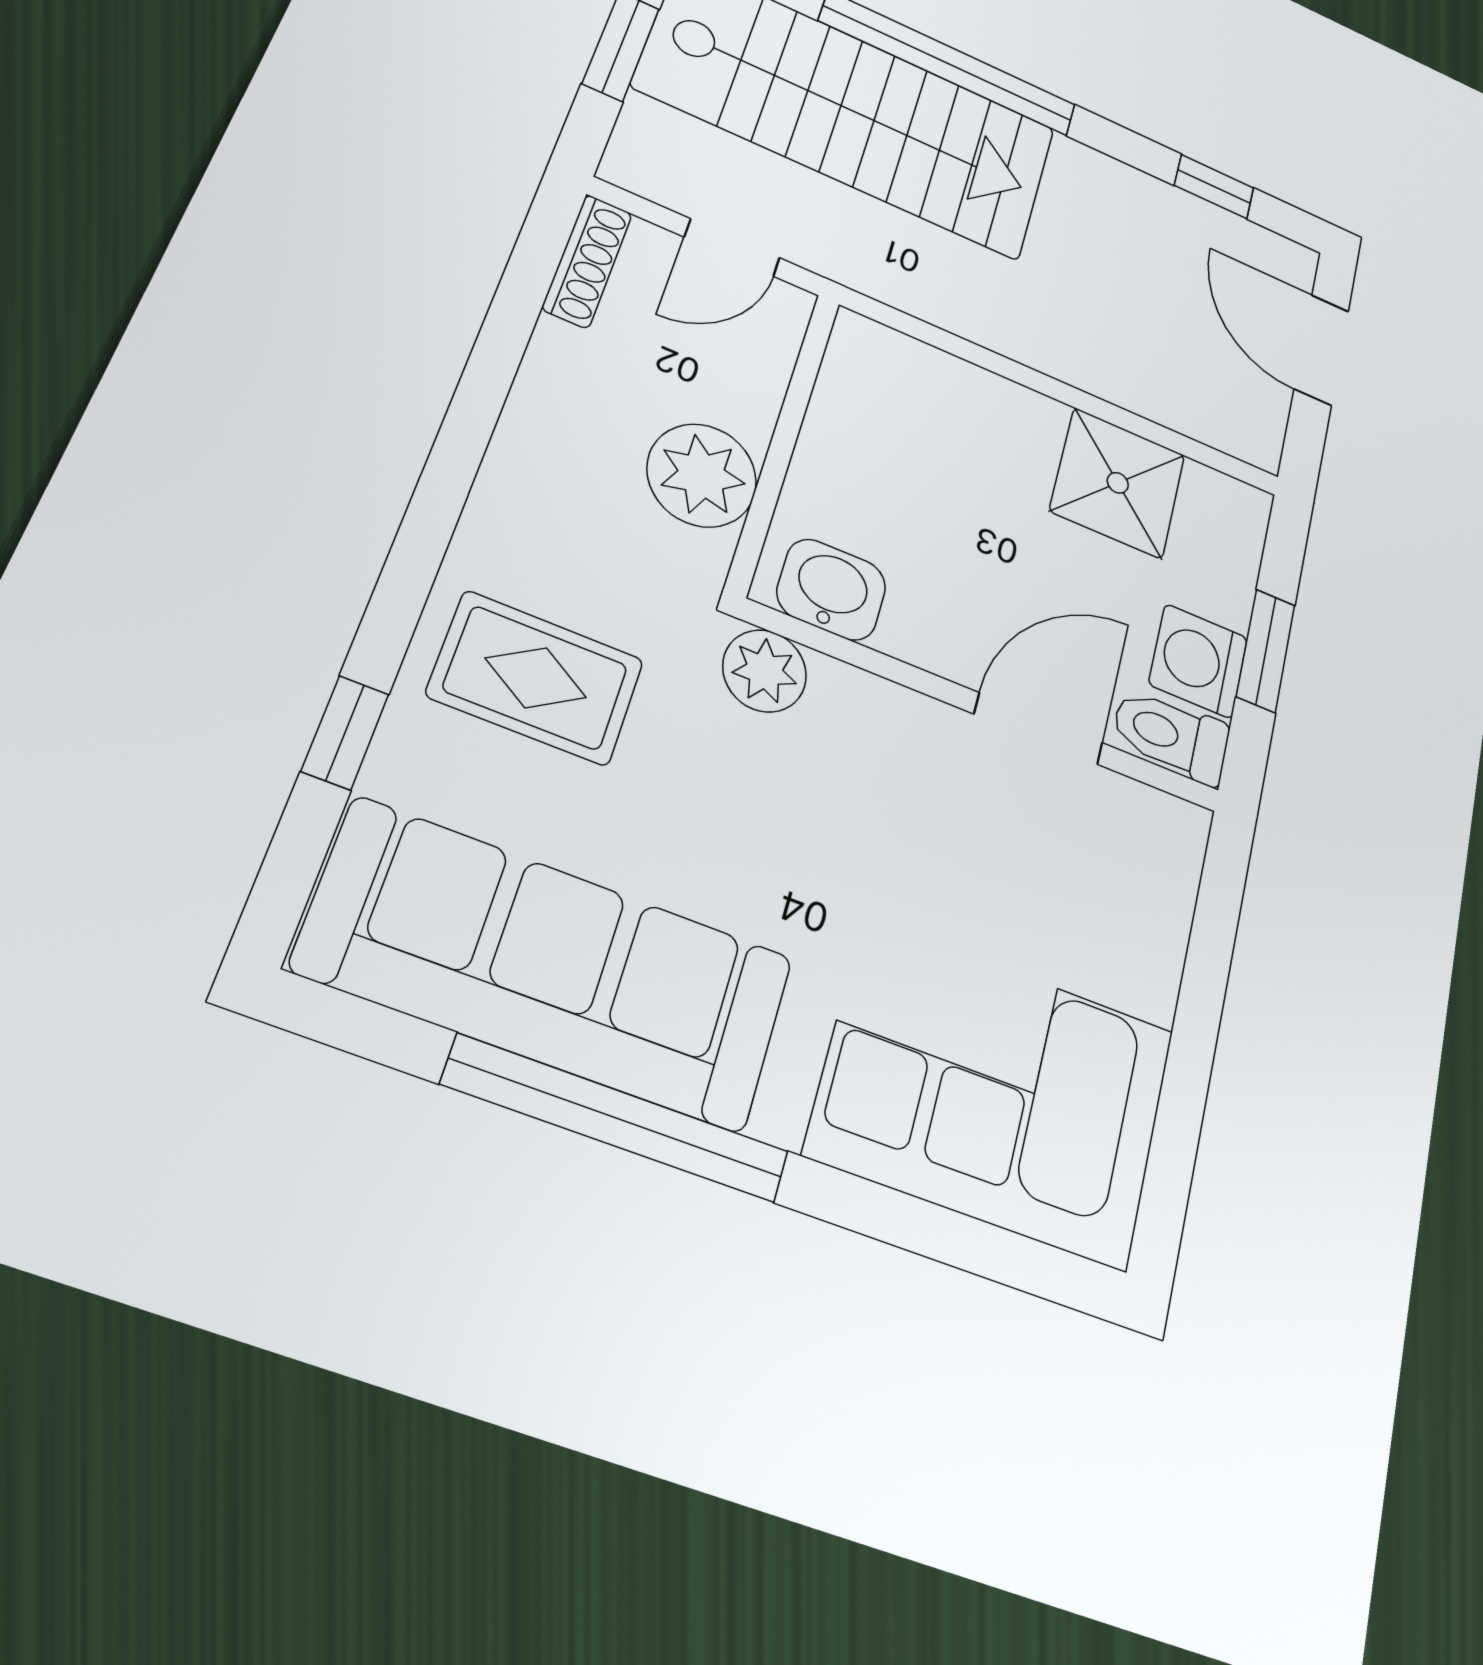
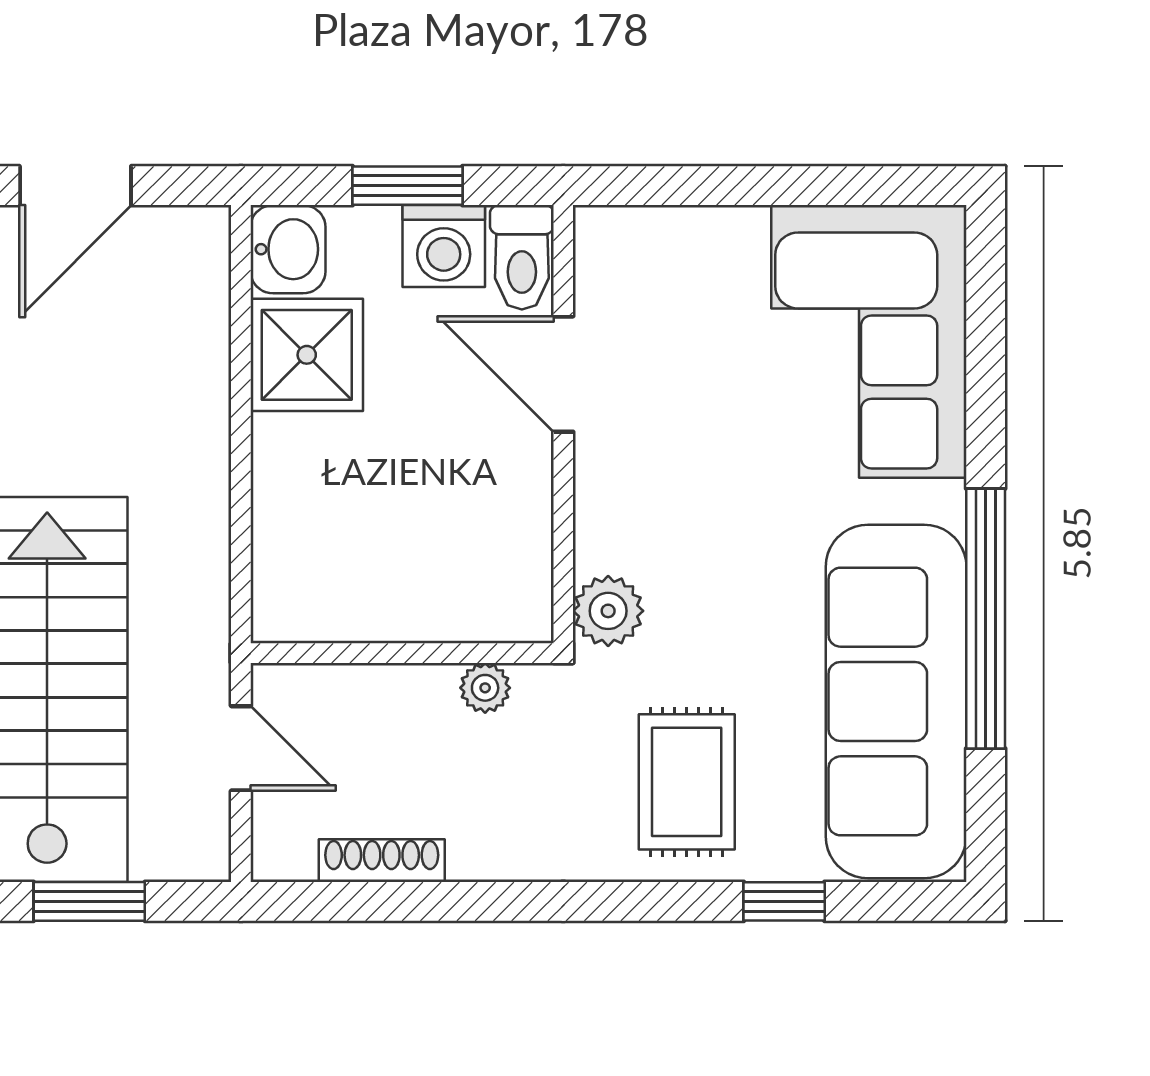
shoe rack: (587, 261) -> (382, 861), moved
plant: (702, 475) -> (485, 688), width x0.53, depth x0.53
washbasin: (831, 590) -> (288, 249), moved, turned 180

